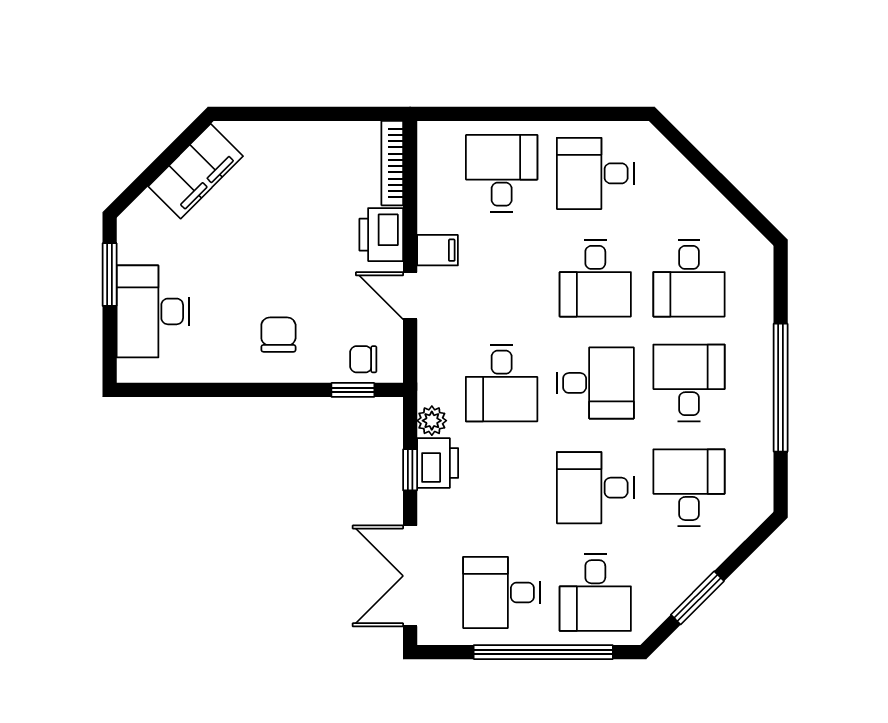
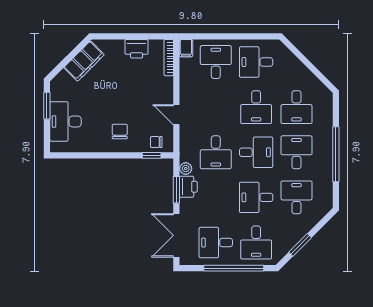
printer: (381, 235) -> (137, 49), moved, turned -90
filing cabinet: (437, 250) -> (186, 48), moved, turned 90
window: (410, 470) -> (176, 190), width x1.50

